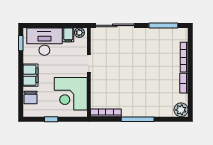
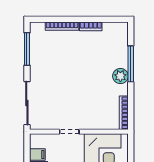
plant: (79, 33) -> (35, 142), removed
plant: (181, 110) -> (120, 76), moved
window: (138, 119) -> (131, 64), moved

